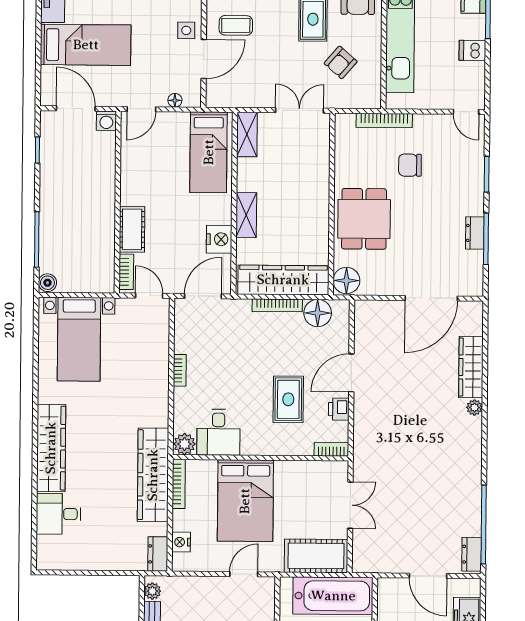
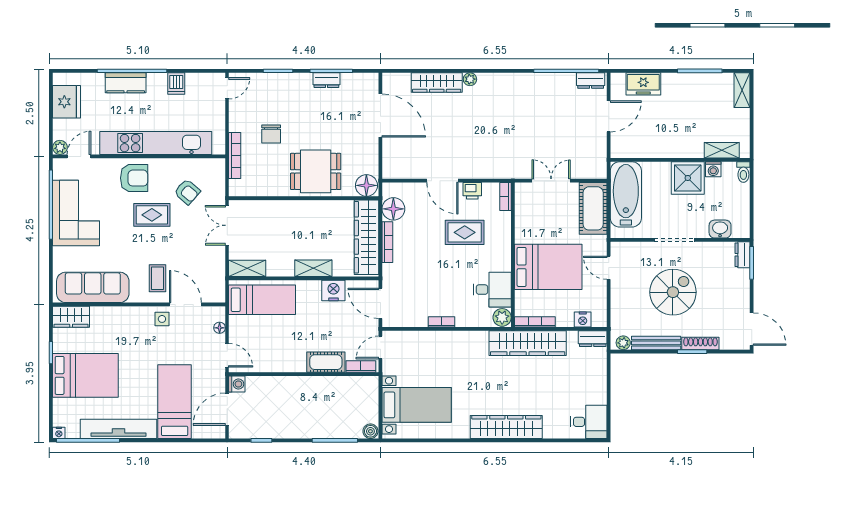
desk: (59, 514) -> (589, 422), moved, turned -90

